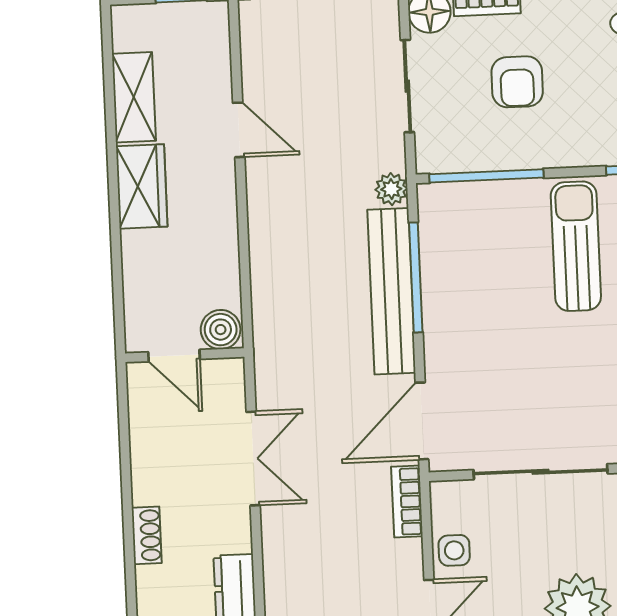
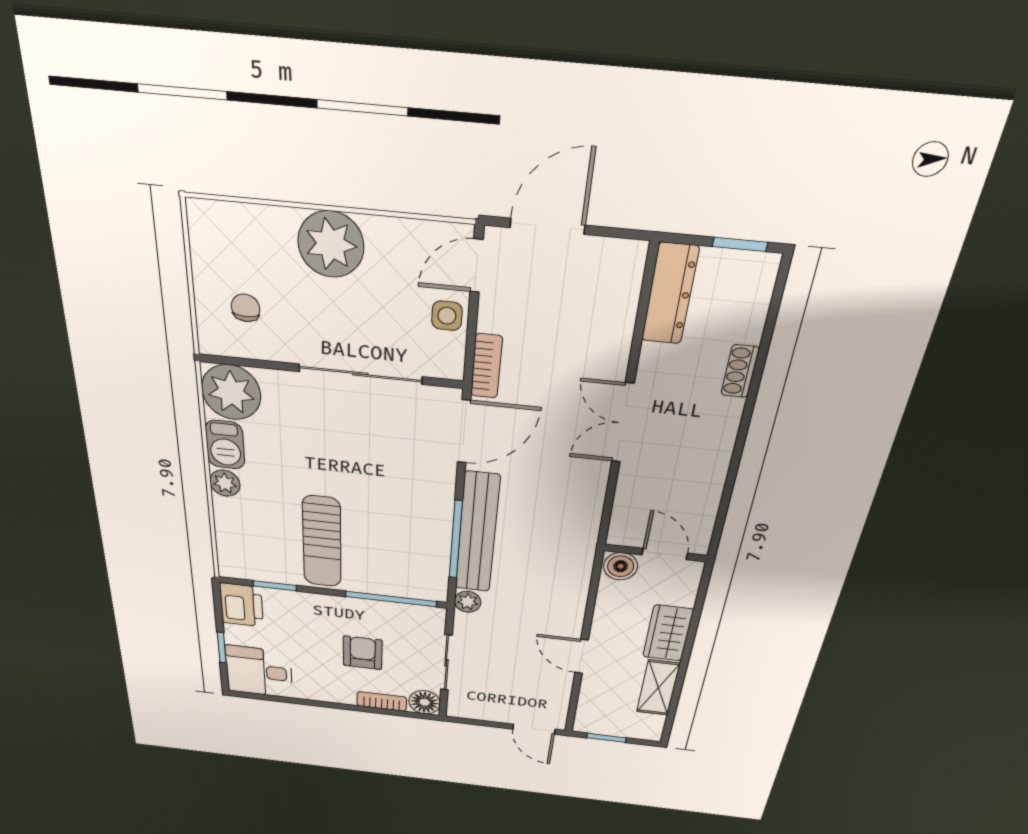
boiler: (221, 330) -> (621, 566), moved
wall: (185, 355) -> (655, 553), moved
door: (174, 356) -> (665, 554), moved

